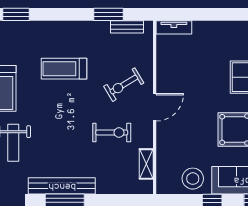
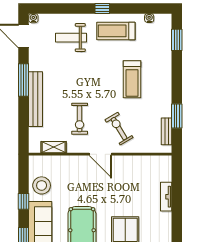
tv unit: (174, 27) -> (166, 197), moved
treadmill: (64, 69) -> (132, 79), turned 180
bench: (62, 186) -> (36, 99), moved

